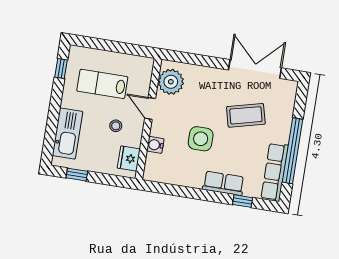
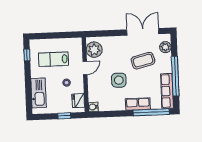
plant: (286, 101) -> (165, 47), added
door: (150, 108) -> (85, 68), swing flipped
water cooler: (155, 145) -> (93, 107), moved
window: (77, 175) -> (64, 116), moved
window: (243, 201) -> (151, 112), width x3.17

